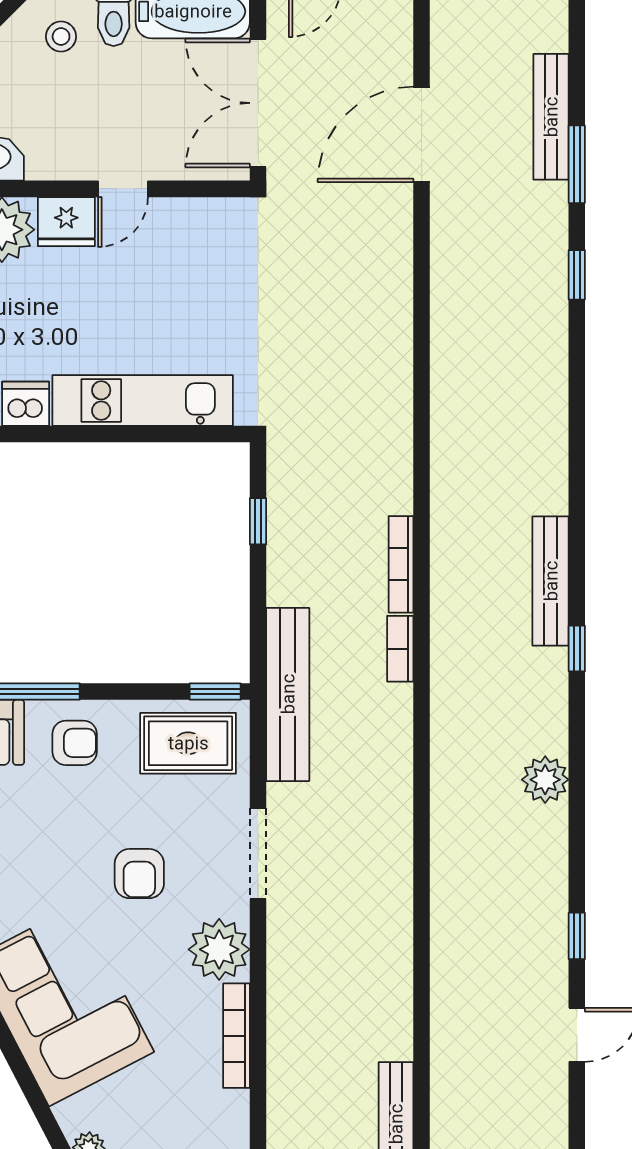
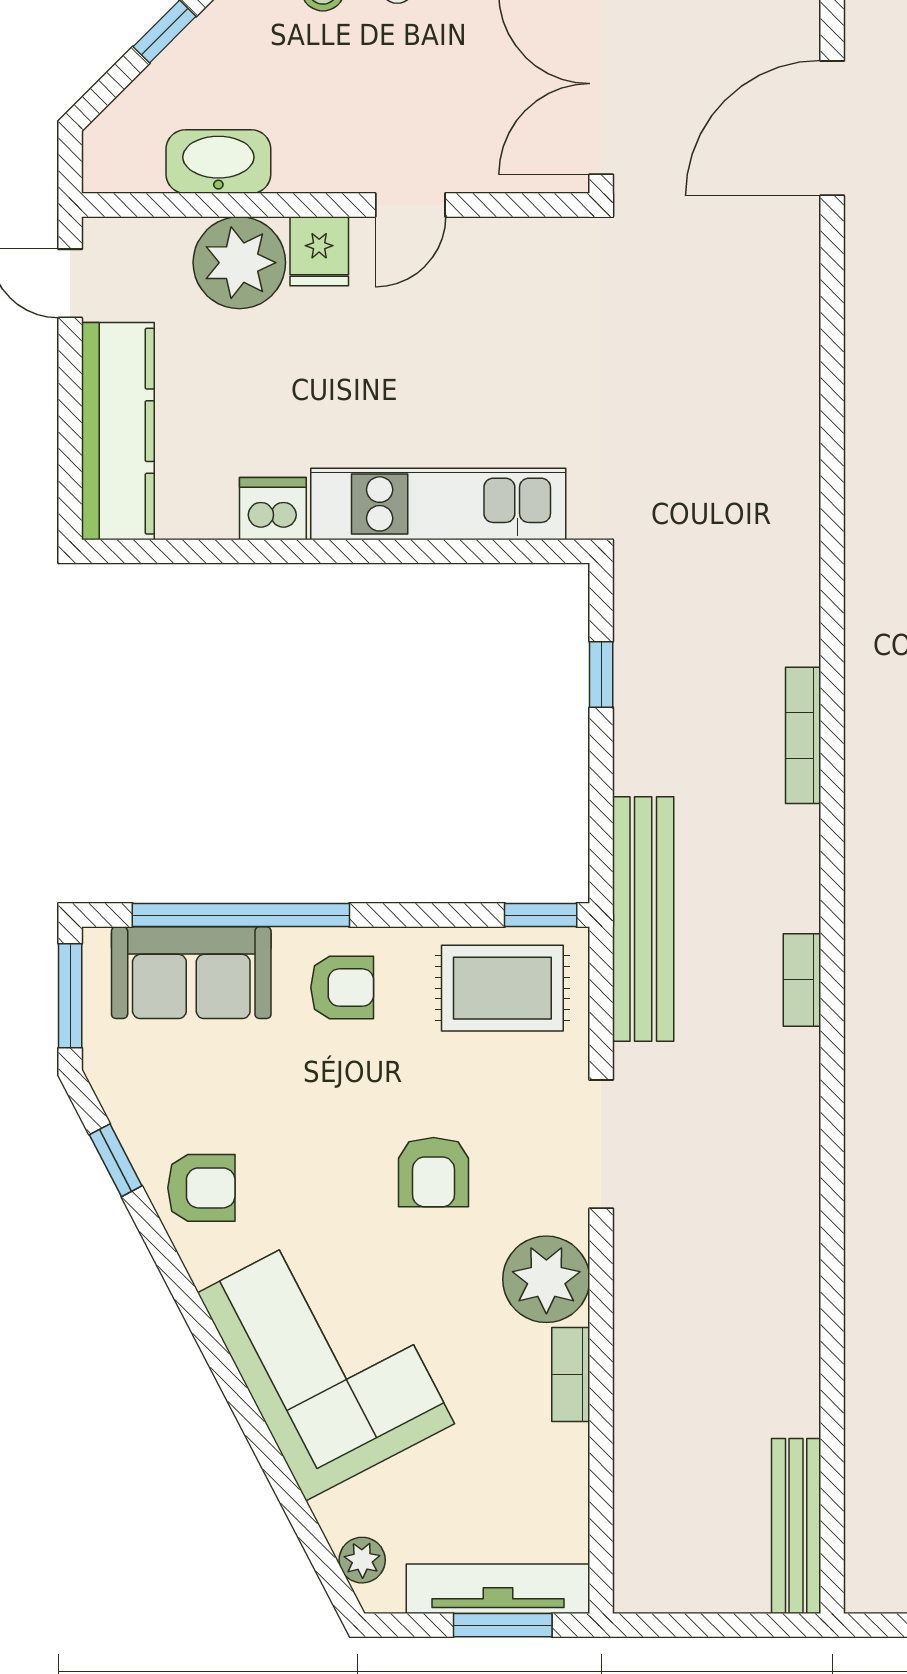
fridge: (66, 222) -> (319, 251), width x0.72
bookcase: (400, 649) -> (802, 980), moved
bookcase: (236, 1036) -> (571, 1375), width x0.64

